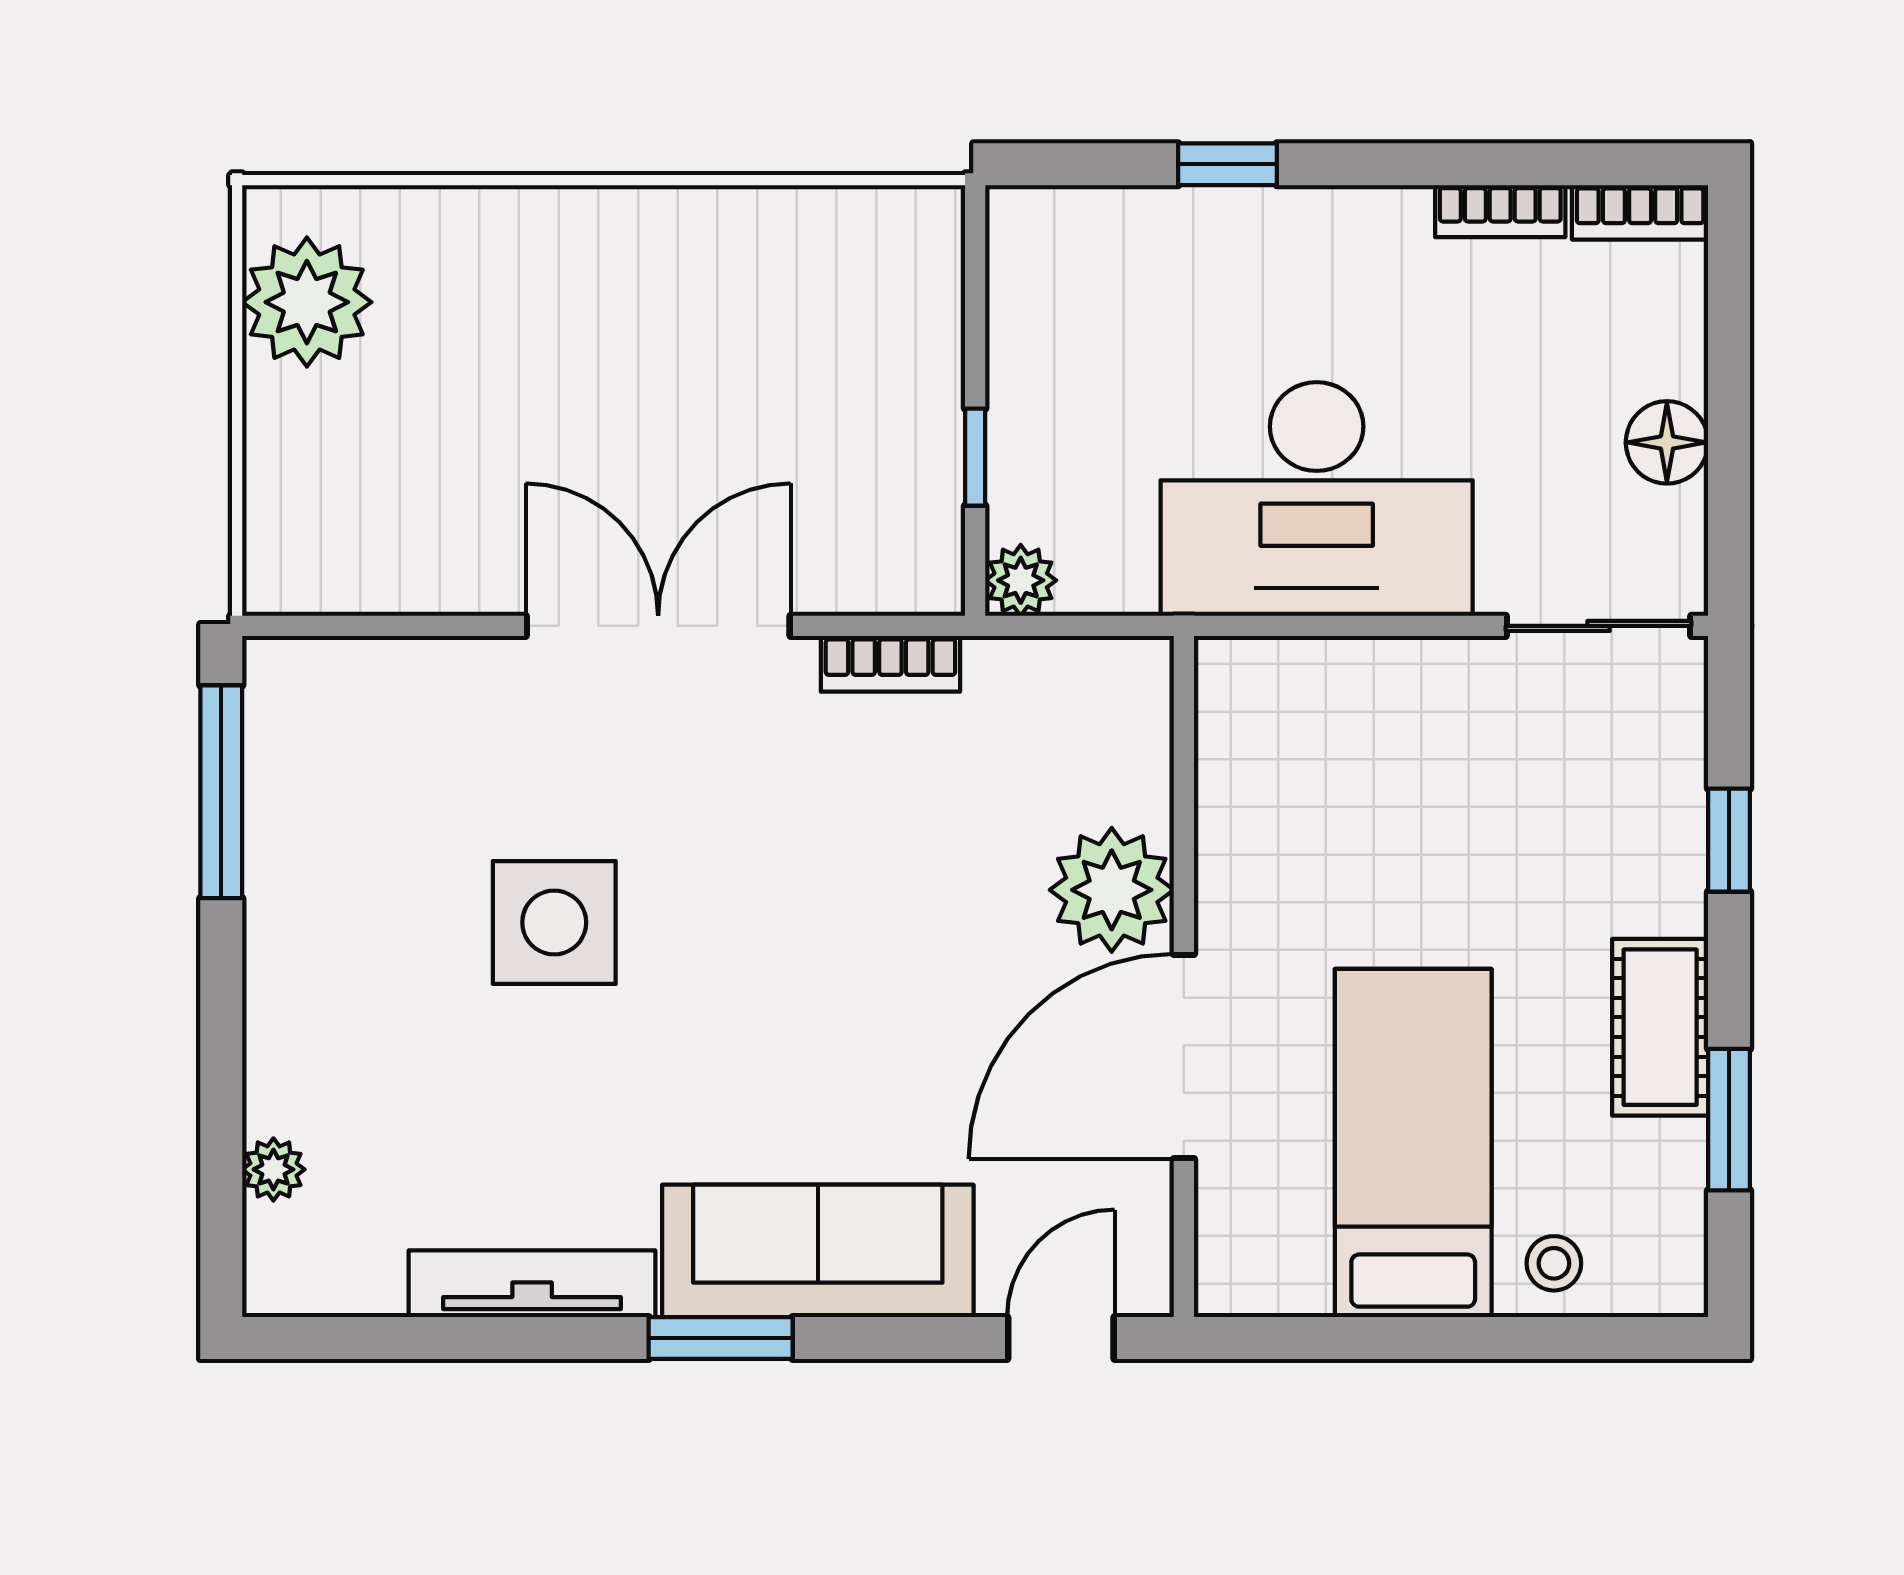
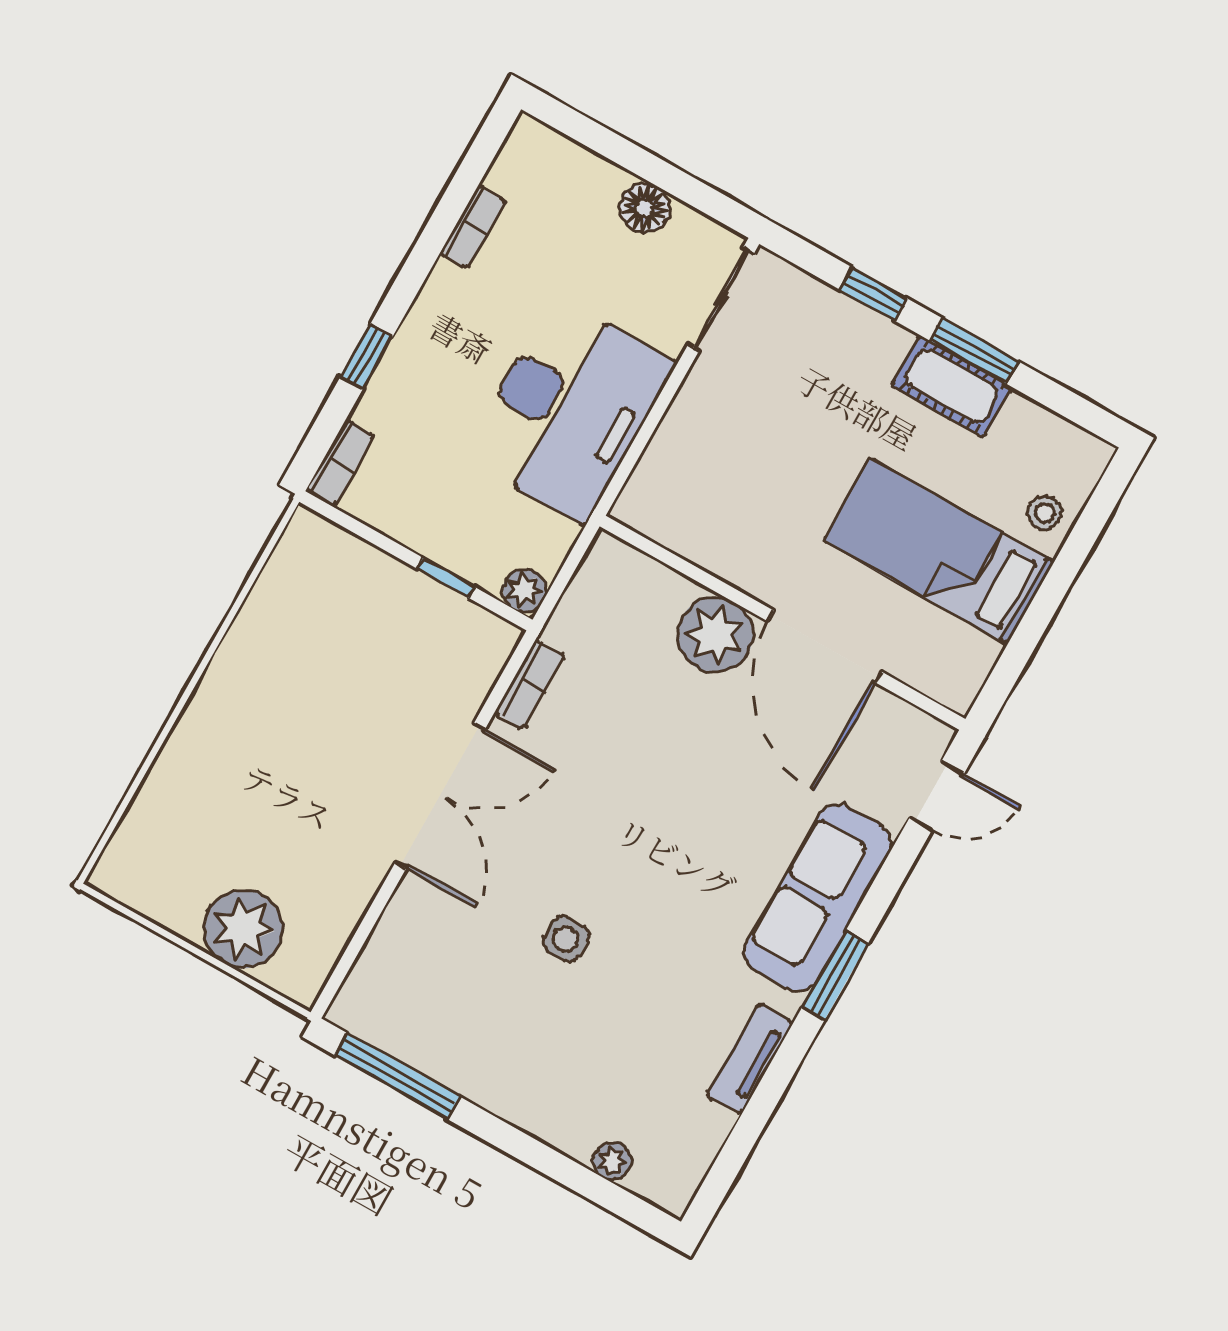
bookcase: (1640, 212) -> (340, 463), moved
plant: (307, 302) -> (243, 929), moved
double door: (658, 626) -> (440, 796), swing flipped
side table: (554, 922) -> (566, 939), width x0.54, depth x0.54
window: (1729, 1120) -> (974, 351), moved
tv unit: (532, 1284) -> (750, 1059), width x0.71
door: (1061, 1338) -> (937, 796), swing flipped

